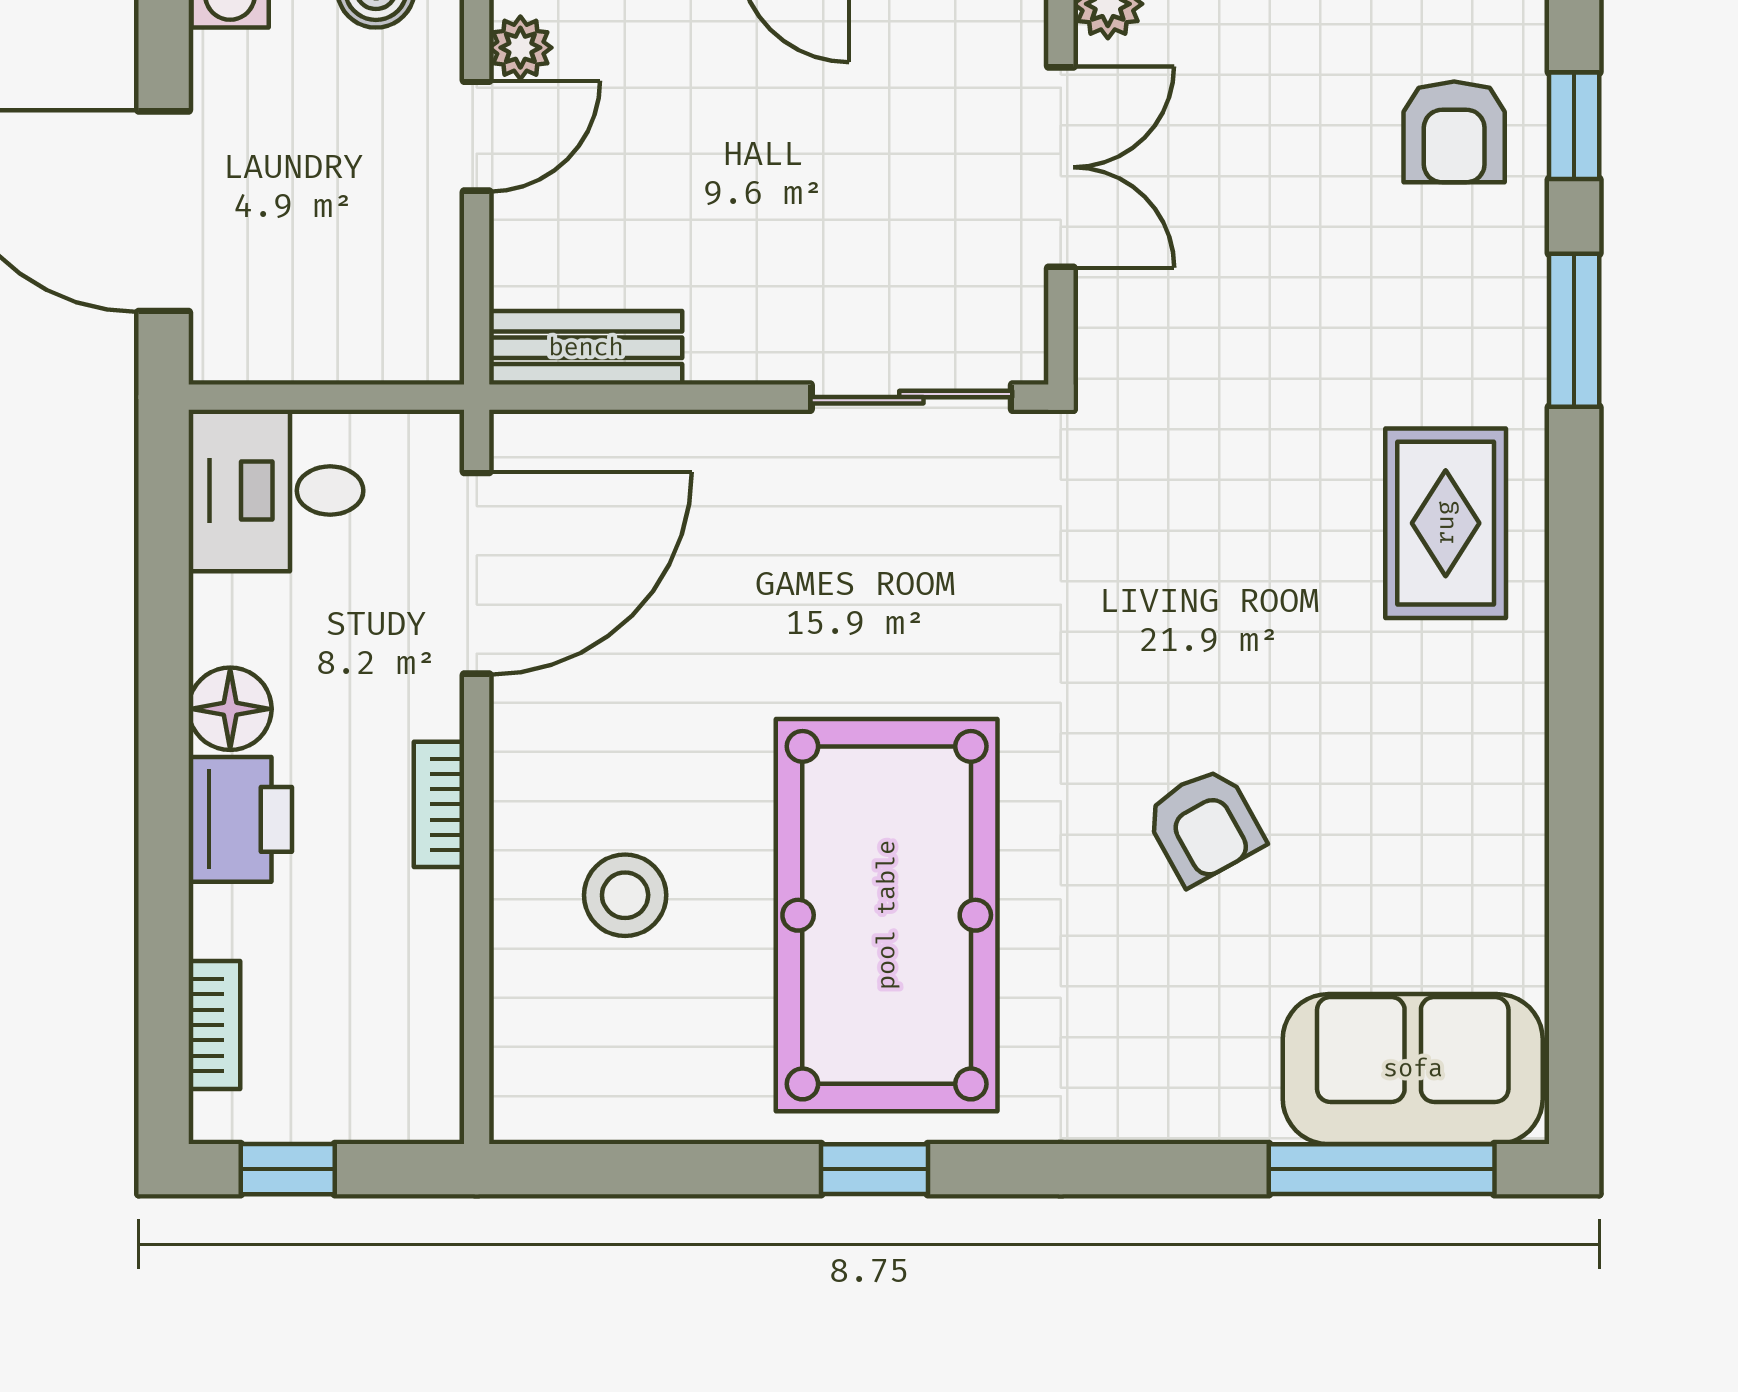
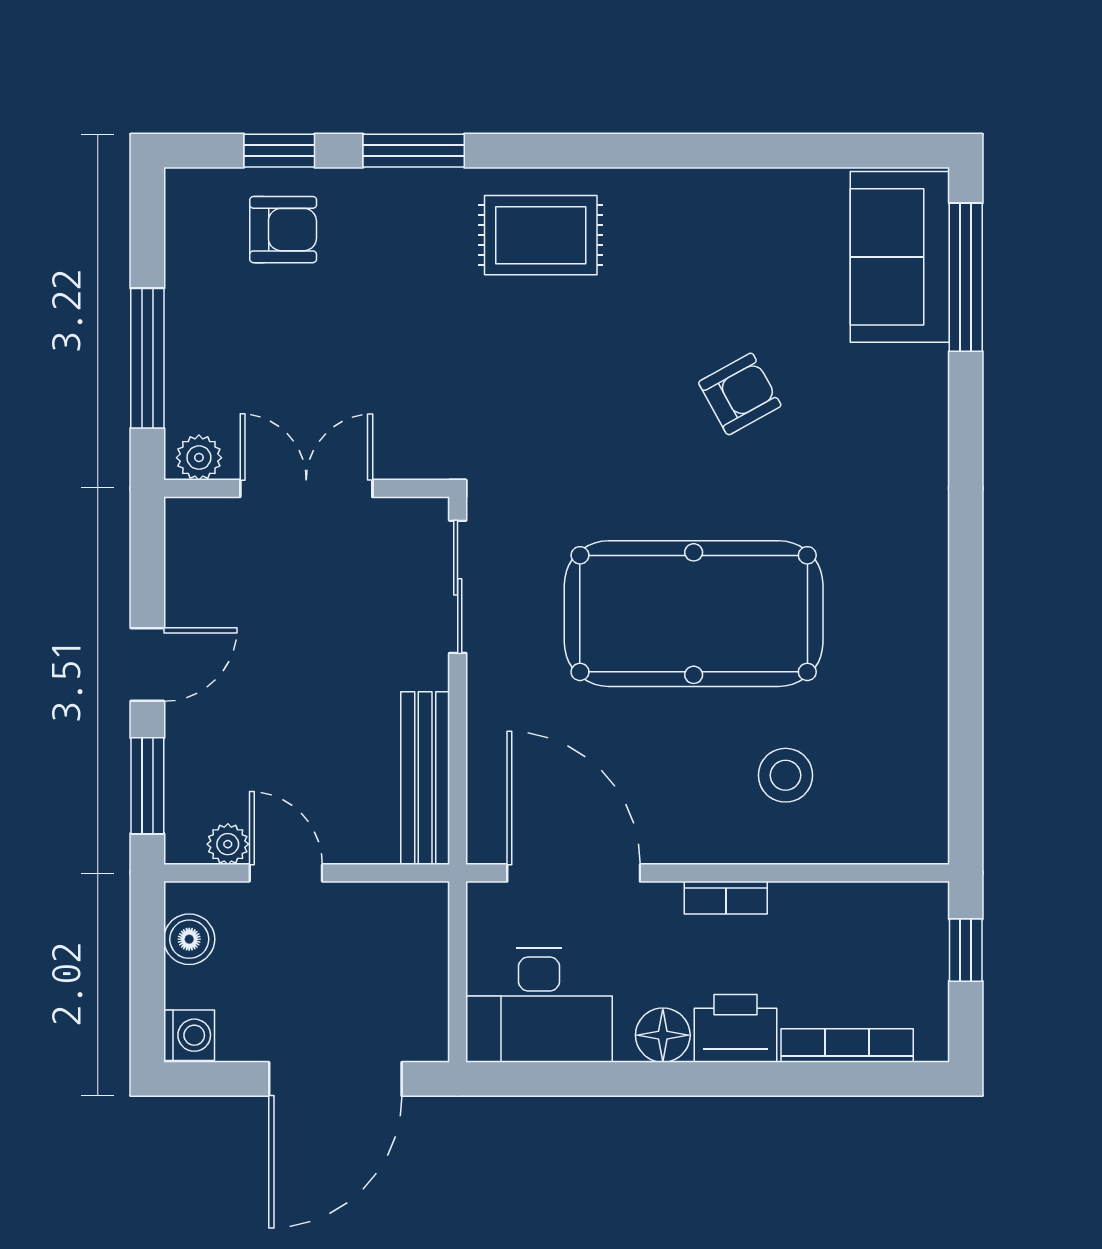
bench: (586, 348) -> (425, 778), width x1.36
desk: (276, 491) -> (539, 1005), width x1.37
pool table: (887, 915) -> (694, 614), moved
bookcase: (214, 1025) -> (847, 1046), width x1.56
window: (288, 1169) -> (966, 950), moved
window: (874, 1169) -> (966, 611), removed

